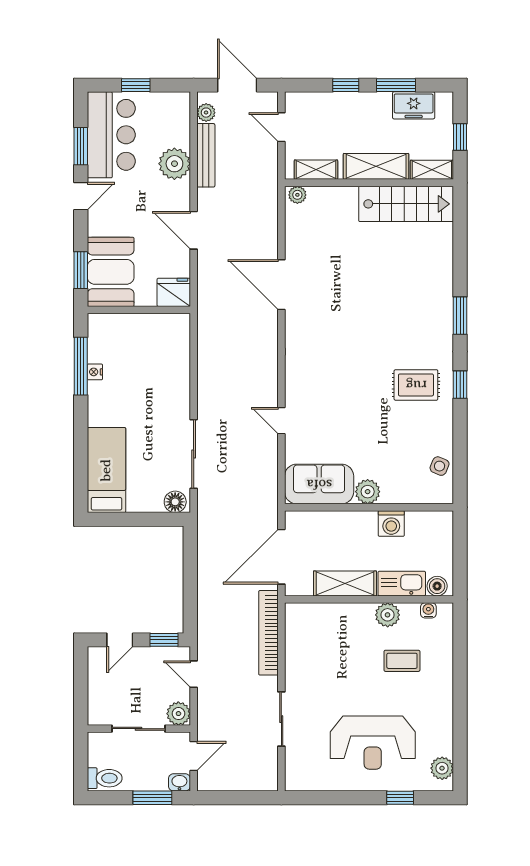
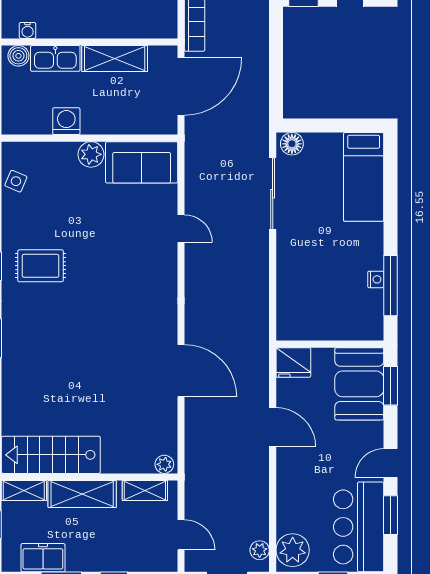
bench: (206, 155) -> (260, 506), removed
plant: (174, 164) -> (293, 550), moved
plant: (388, 615) -> (70, 26), removed

